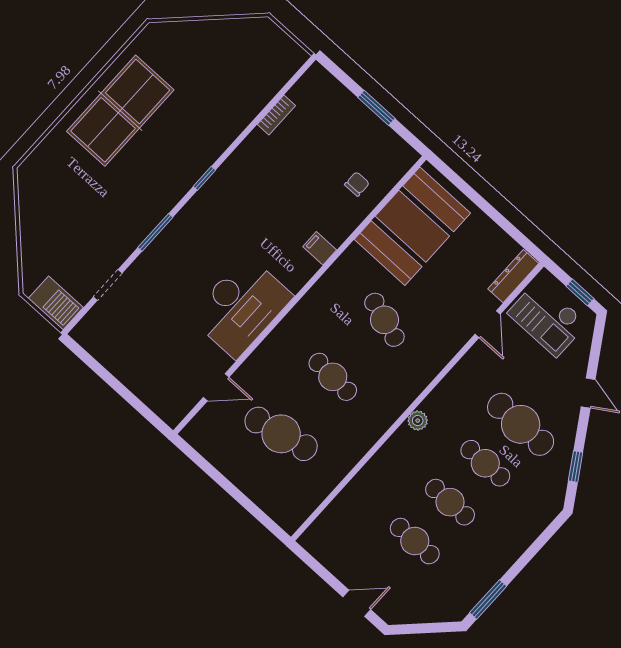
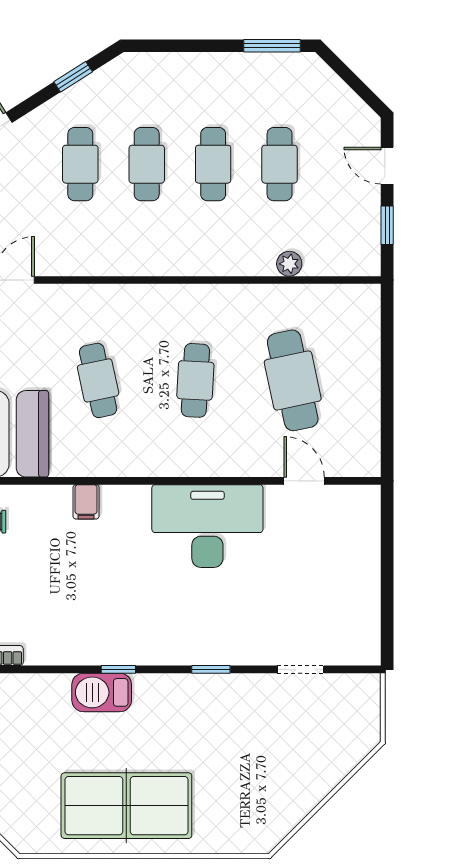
window: (155, 232) -> (211, 669), width x0.67
barbecue: (56, 303) -> (102, 692), moved, turned -90
cafe table: (384, 320) -> (98, 380), turned -30
plant: (418, 421) -> (289, 264), moved
cafe table: (521, 424) -> (80, 164), width x0.73, depth x0.74
window: (322, 572) -> (387, 225), added

